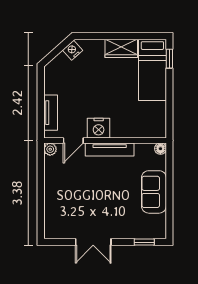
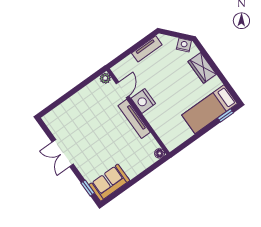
wardrobe: (121, 48) -> (202, 68), moved
tv unit: (51, 113) -> (147, 49), moved
door: (73, 141) -> (122, 90), swing flipped
sofa: (154, 192) -> (109, 183), moved

